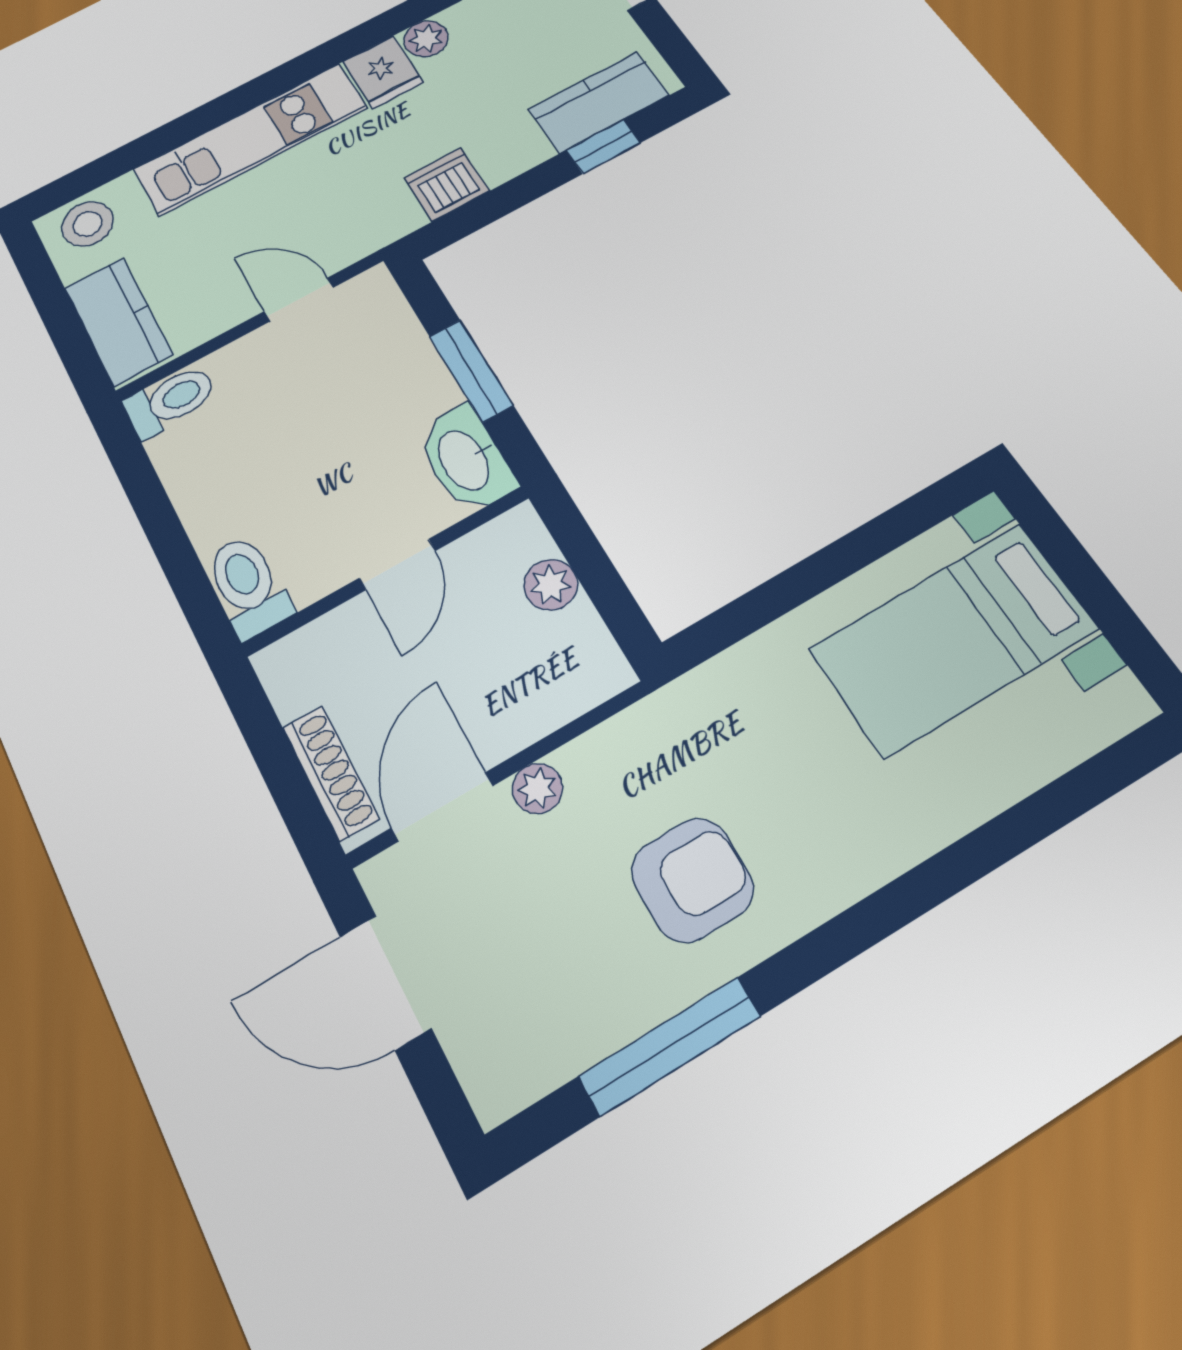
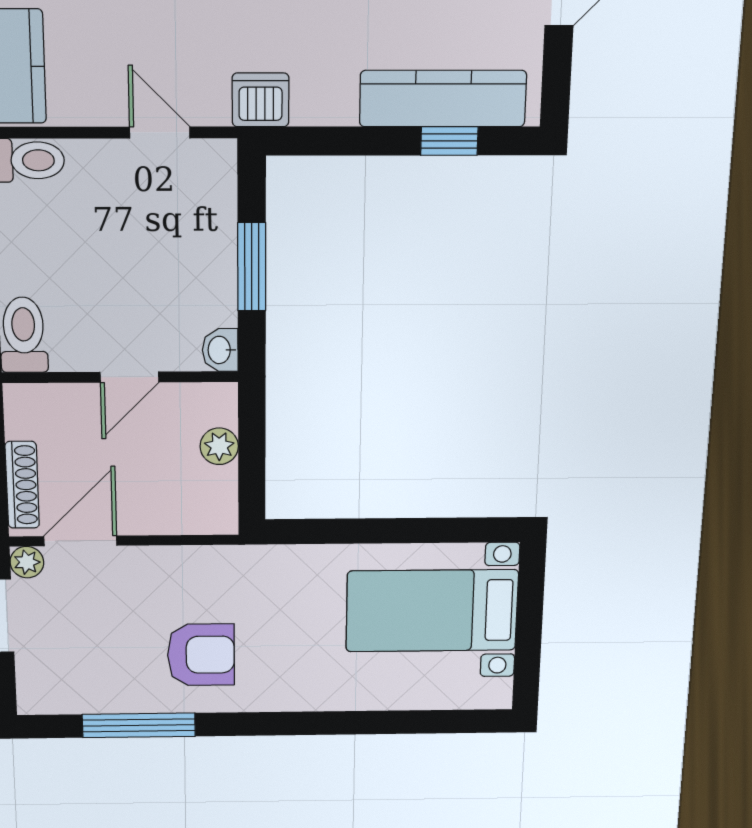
kitchen counter: (599, 102) -> (443, 99), width x1.50
dishwasher: (447, 184) -> (261, 100), moved
washbasin: (465, 459) -> (220, 350), width x0.52, depth x0.69
plant: (537, 788) -> (27, 562), moved

